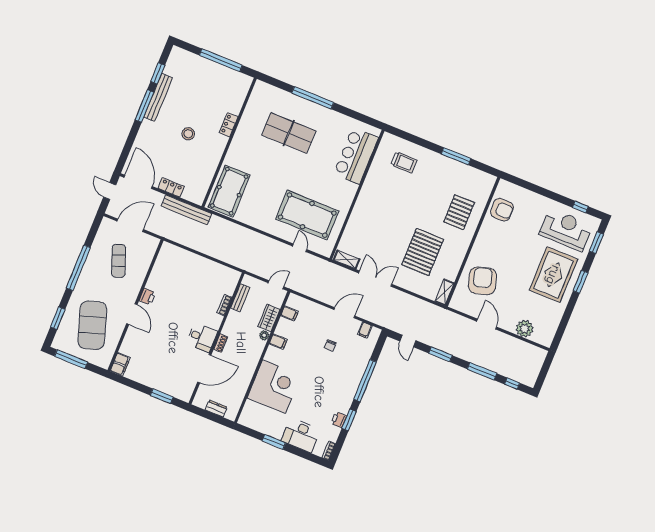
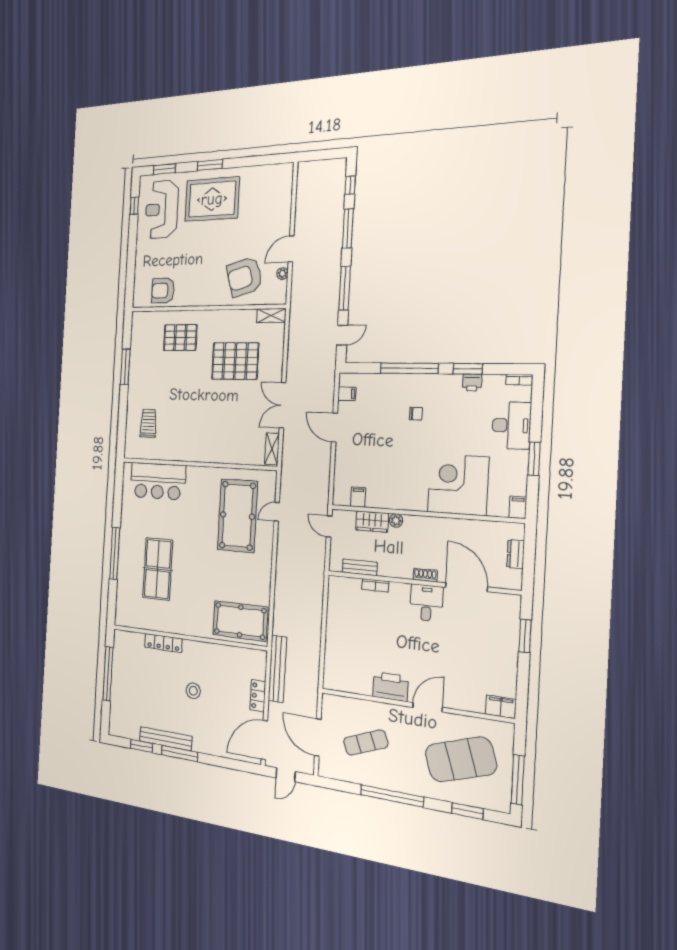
locker: (229, 125) -> (163, 643), width x1.53
armchair: (502, 210) -> (163, 291), turned -90
printer: (147, 297) -> (390, 687), width x1.87, depth x1.48
plant: (525, 329) -> (282, 274), moved, width x0.53, depth x0.53
filing cabinet: (278, 342) -> (518, 507), moved
chair: (330, 345) -> (416, 414), moved
window: (440, 354) -> (345, 288), width x1.44

